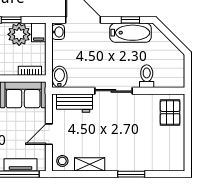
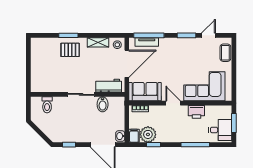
bathtub: (131, 33) -> (69, 136), removed
toilet: (147, 76) -> (47, 105), moved
bidet: (59, 77) -> (103, 104), moved
pallet: (170, 113) -> (70, 50), moved, turned 90
door: (49, 134) -> (127, 64), width x1.87

